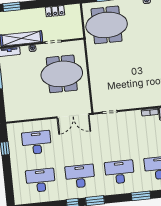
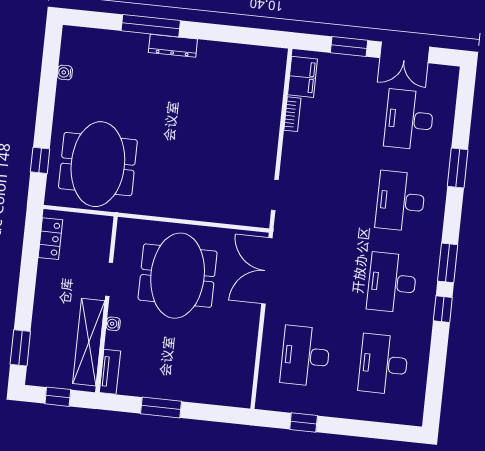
locker: (55, 11) -> (50, 239), moved
double door: (73, 116) -> (267, 271), swing flipped

